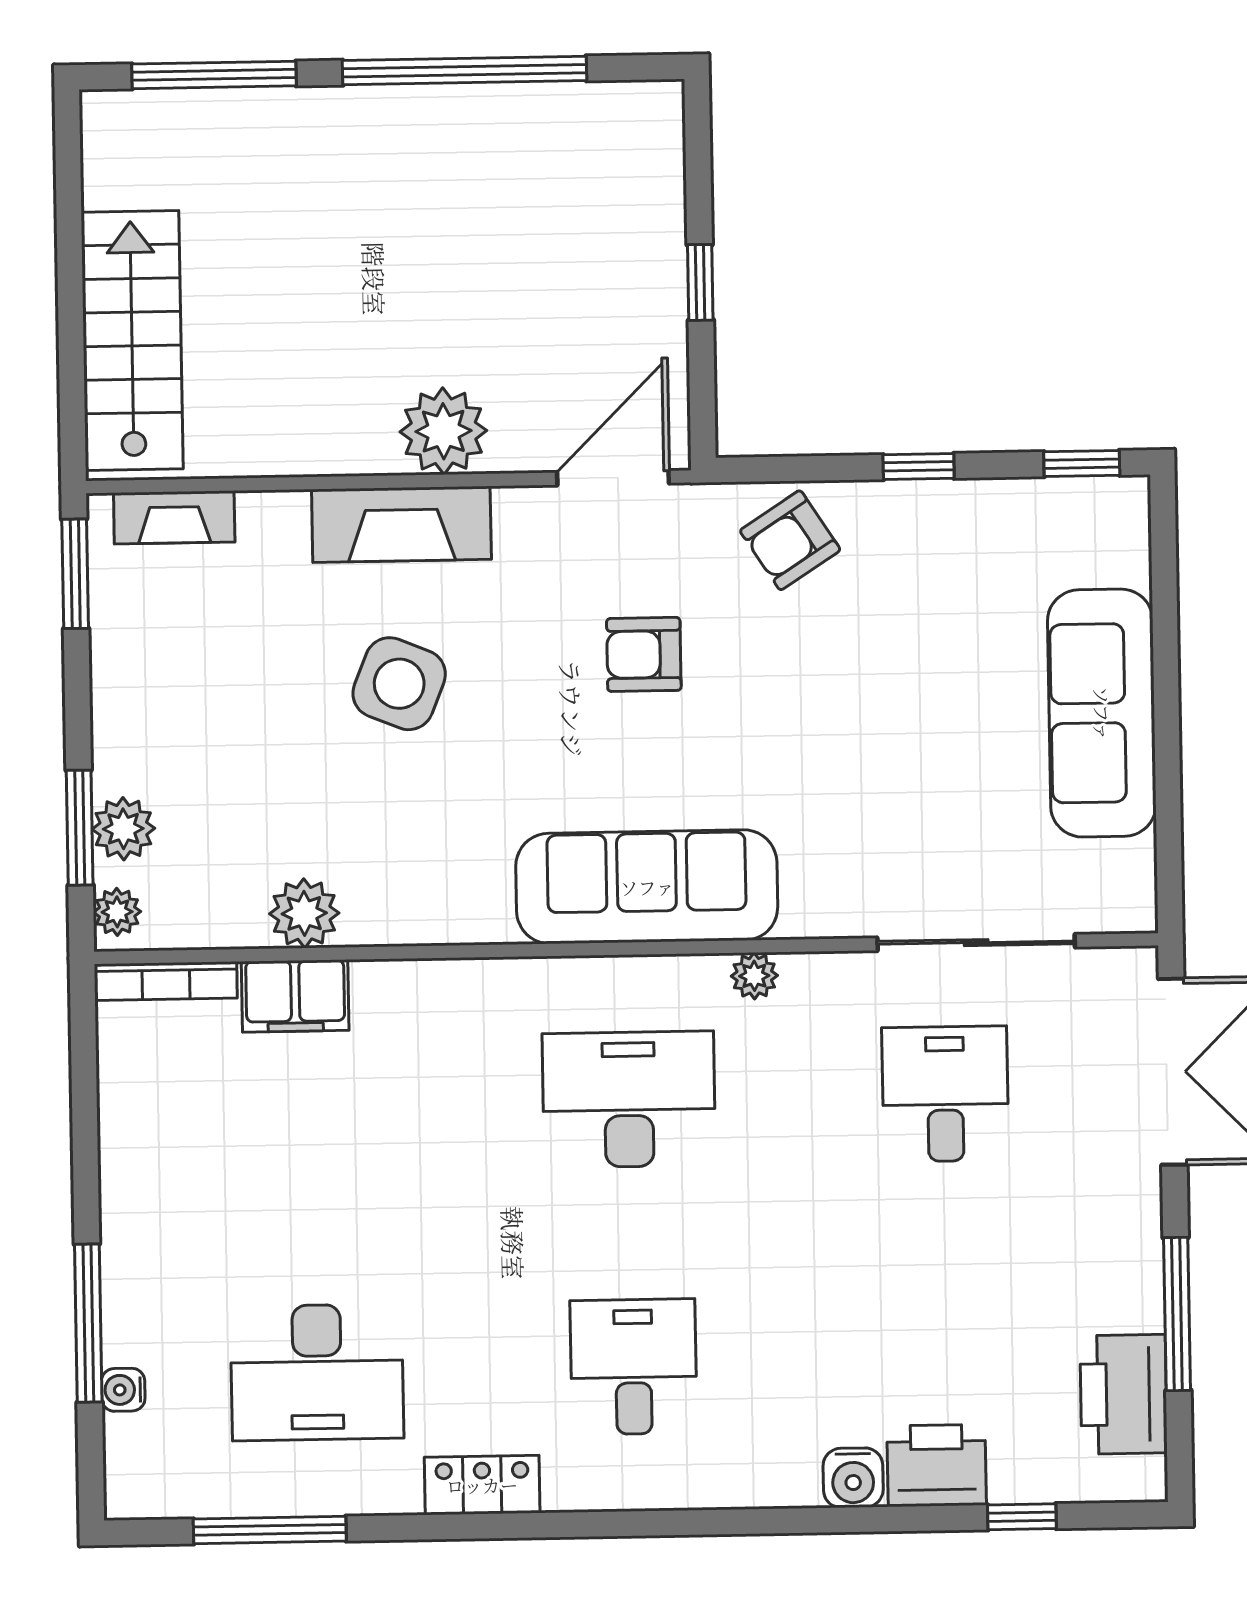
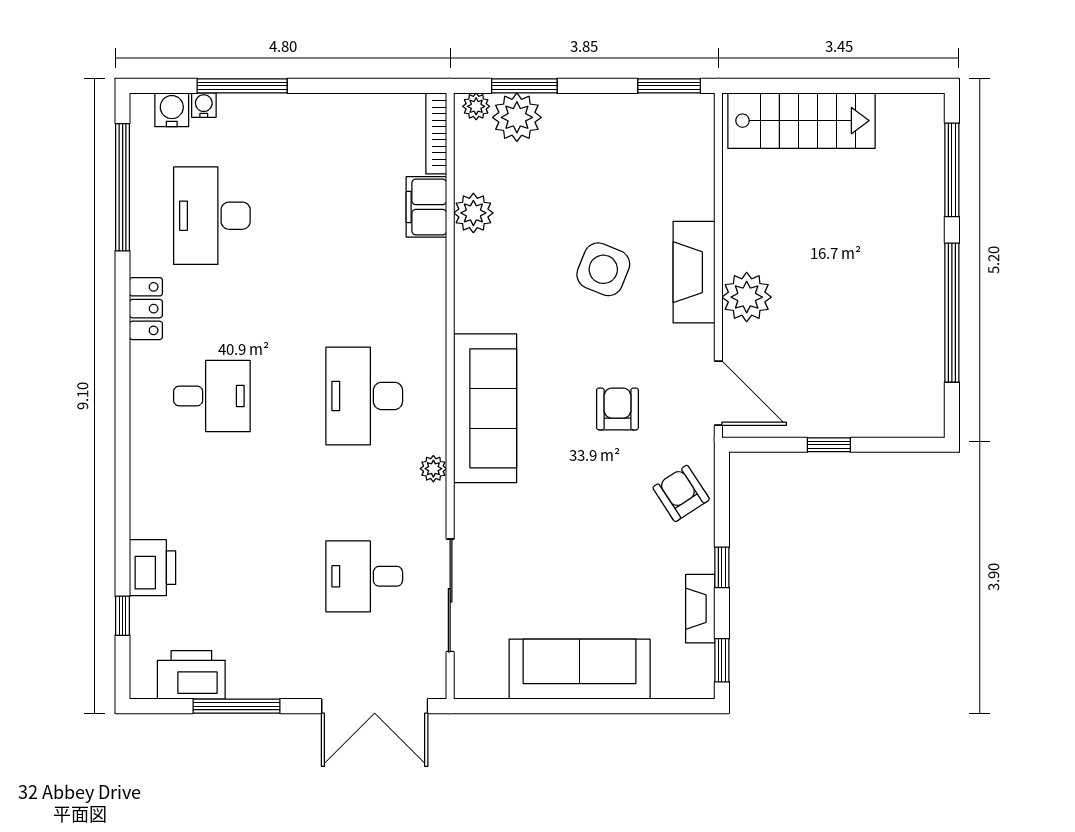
fireplace: (174, 517) -> (700, 609), moved
plant: (123, 829) -> (517, 117), width x1.36, depth x1.36
desk: (945, 1094) -> (364, 576), turned 180
desk: (629, 1099) -> (364, 396), turned 180
water cooler: (853, 1478) -> (172, 110), moved, turned 90
window: (270, 1530) -> (123, 187), width x1.46

